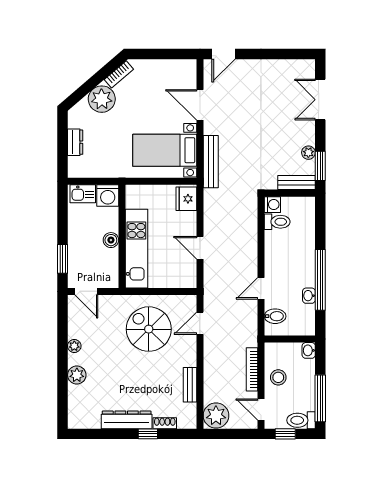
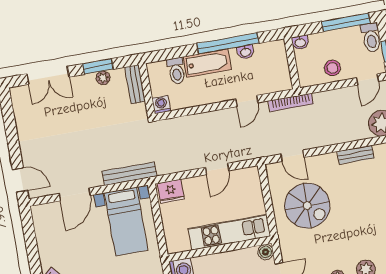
window: (320, 166) -> (98, 67), moved
toilet: (277, 222) -> (176, 71), moved, turned 180
boiler: (111, 240) -> (266, 252), moved
bathtub: (305, 257) -> (207, 63), added
door: (261, 288) -> (247, 101), hinge flipped
bidet: (275, 316) -> (272, 82), removed
spiral stairs: (149, 329) -> (307, 206), turned -90
bookcase: (252, 369) -> (291, 102), moved

